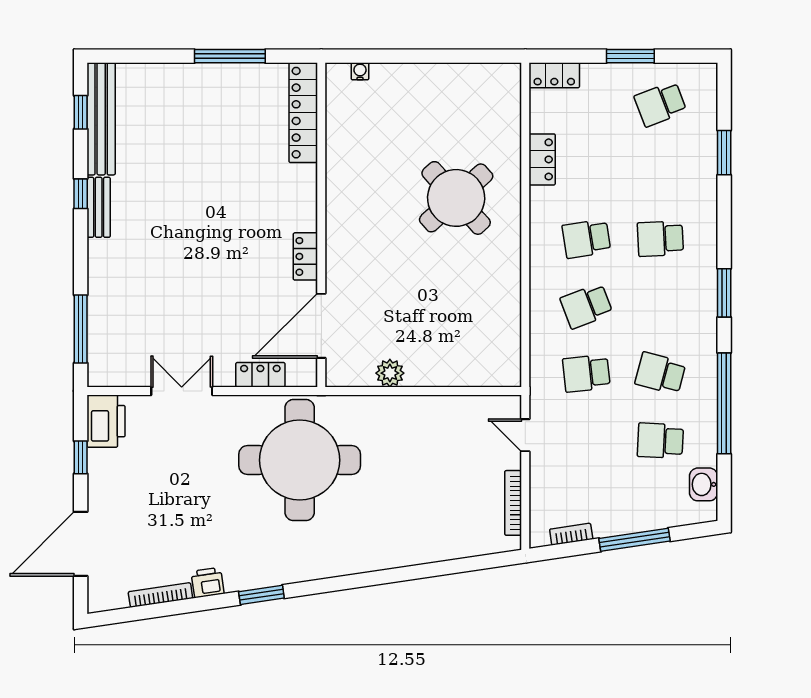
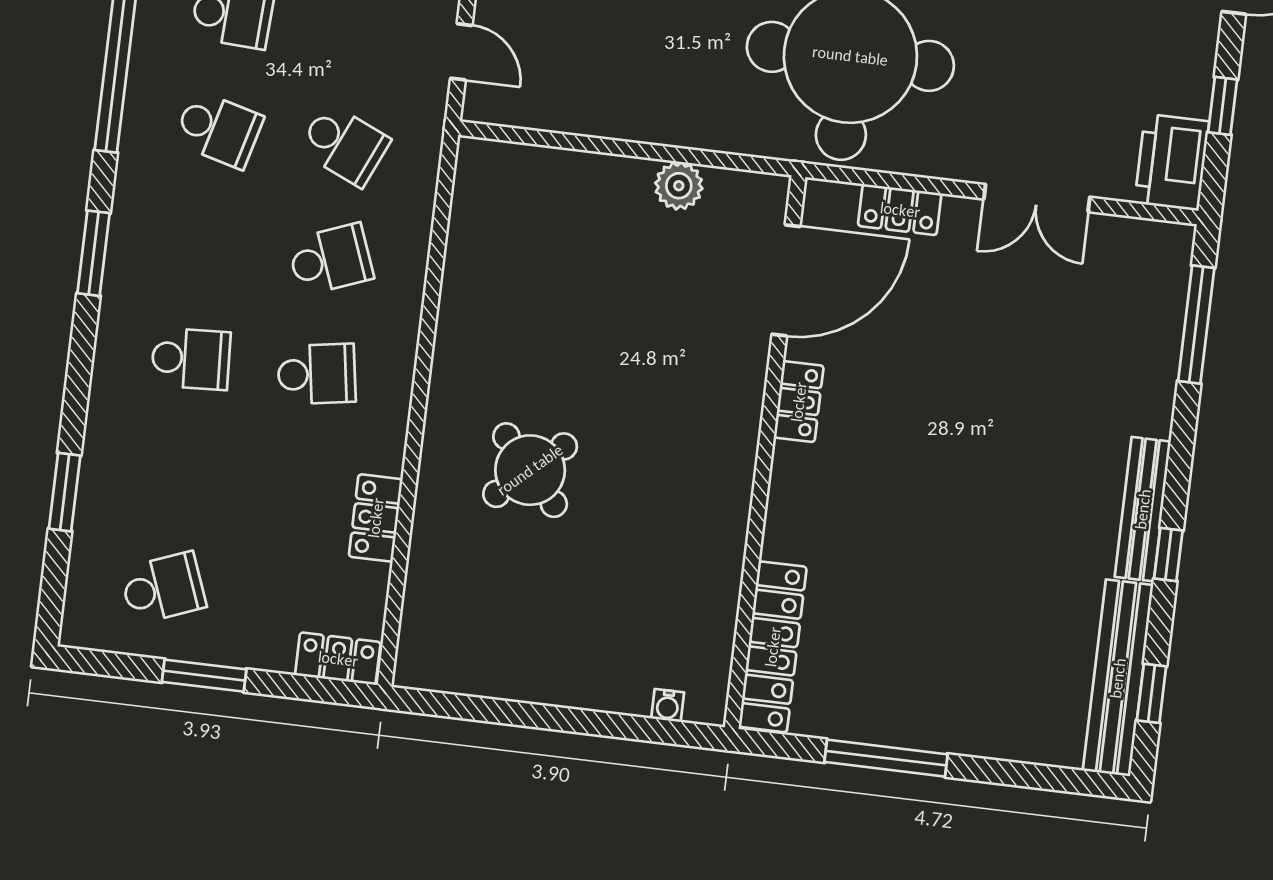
round table: (456, 198) -> (530, 470), width x0.73, depth x0.73
bench: (99, 207) -> (1143, 509), width x1.36
school desk: (586, 373) -> (344, 145), turned 30

